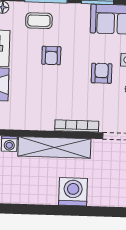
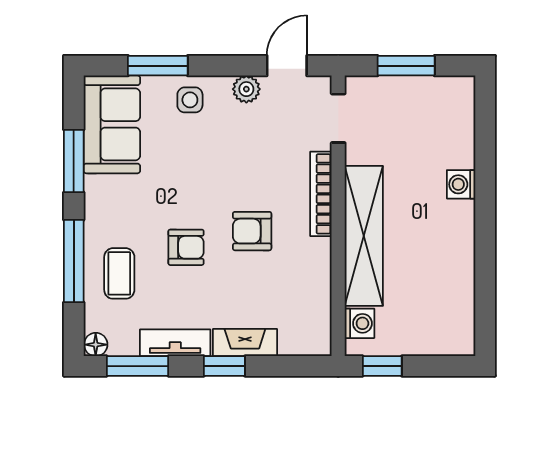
armchair: (102, 73) -> (252, 231), moved
washing machine: (73, 192) -> (461, 184), width x0.53, depth x0.53

